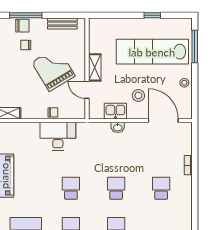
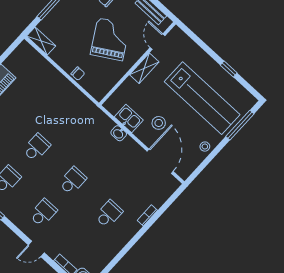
lab bench: (152, 52) -> (202, 98), turned 180
door: (87, 90) -> (157, 42), moved
desk: (58, 136) -> (64, 96), removed

